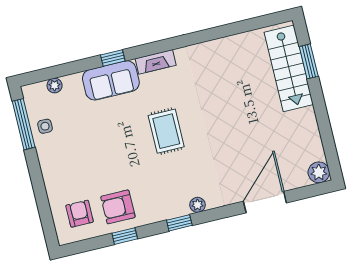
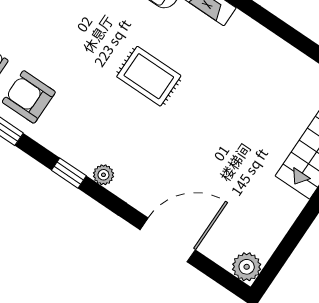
rug: (166, 131) -> (149, 76), turned 90

